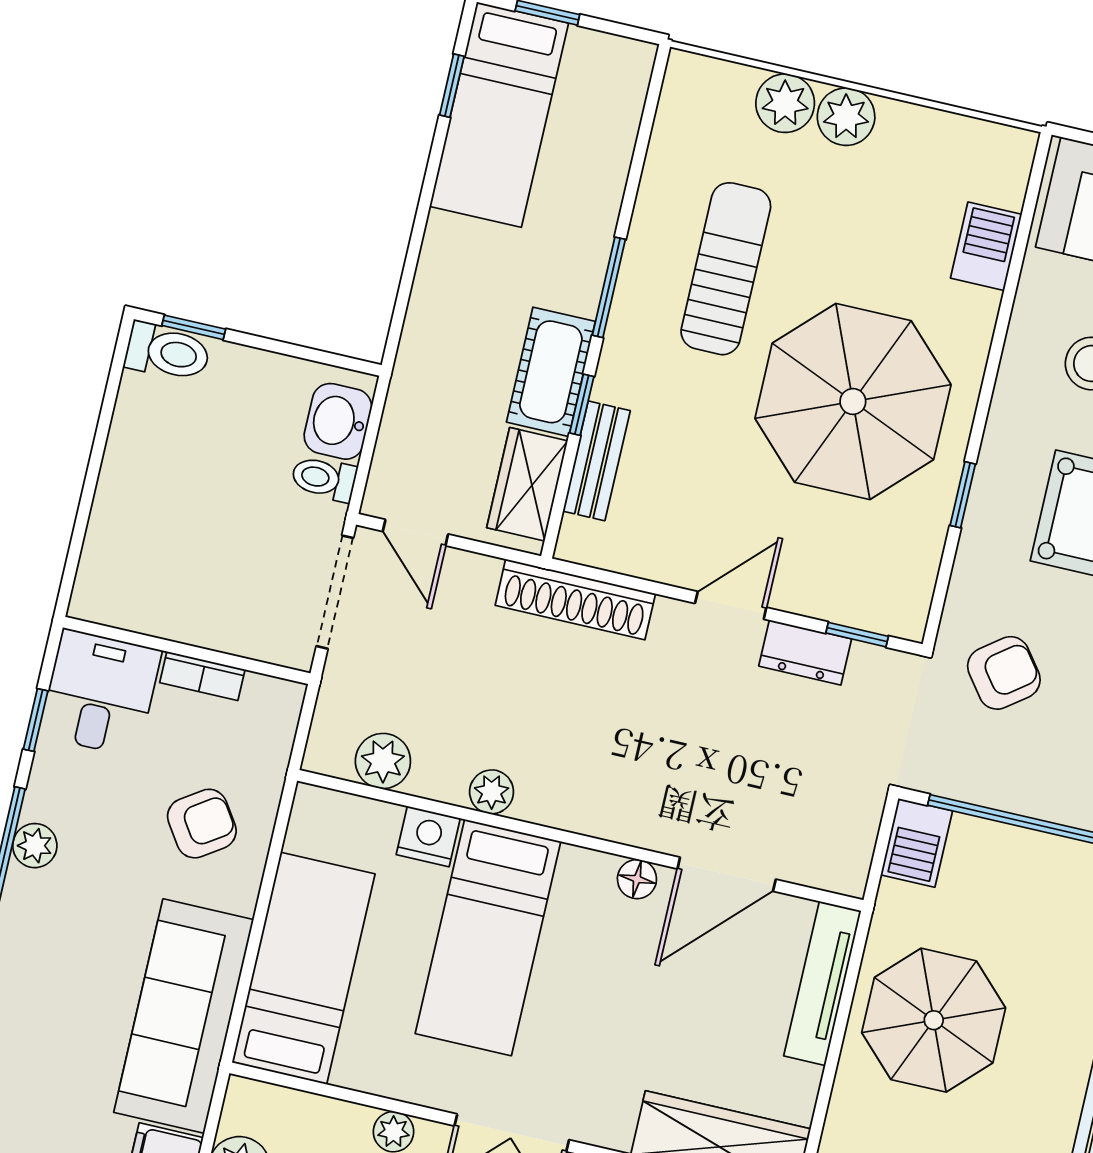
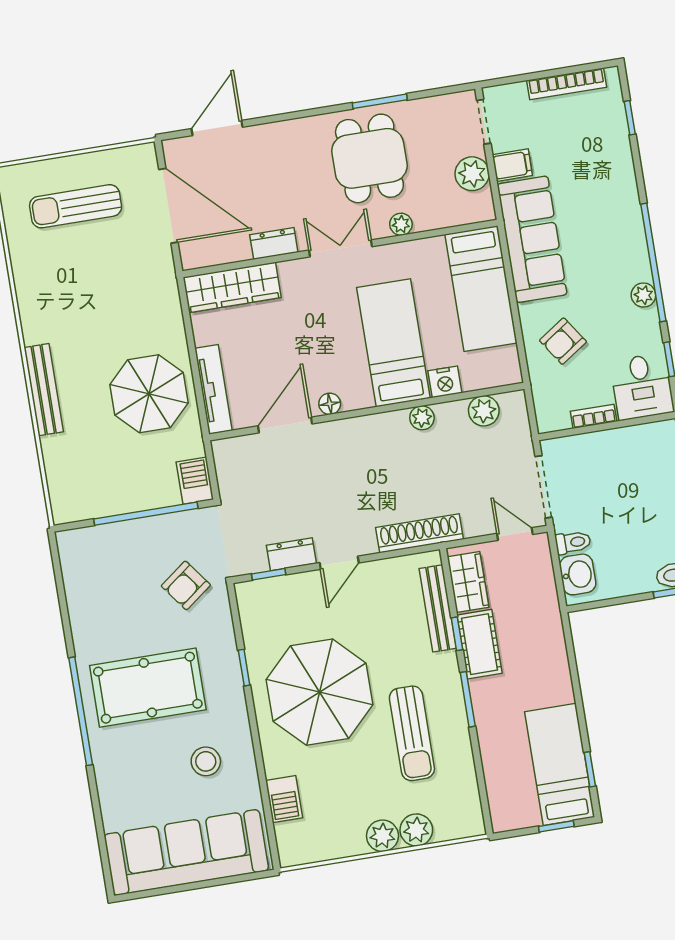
bench: (597, 461) -> (438, 608), width x1.36

